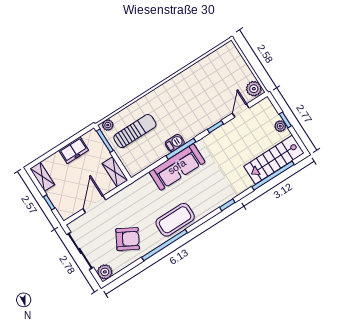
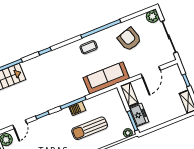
sun lounger: (135, 131) -> (90, 128), moved
freezer: (74, 150) -> (139, 115), moved, turned 90
sofa: (177, 167) -> (106, 78), moved
coffee table: (175, 220) -> (89, 47), width x0.54, depth x0.58
armchair: (128, 239) -> (129, 39), turned 43

